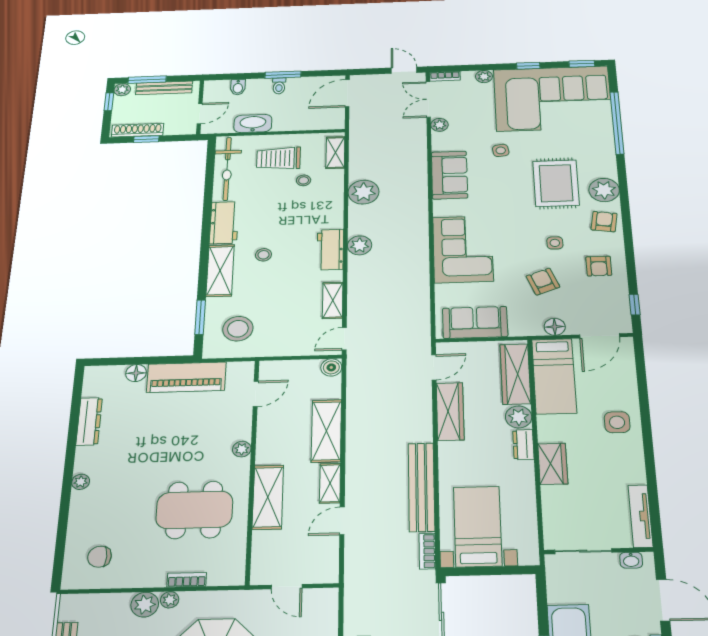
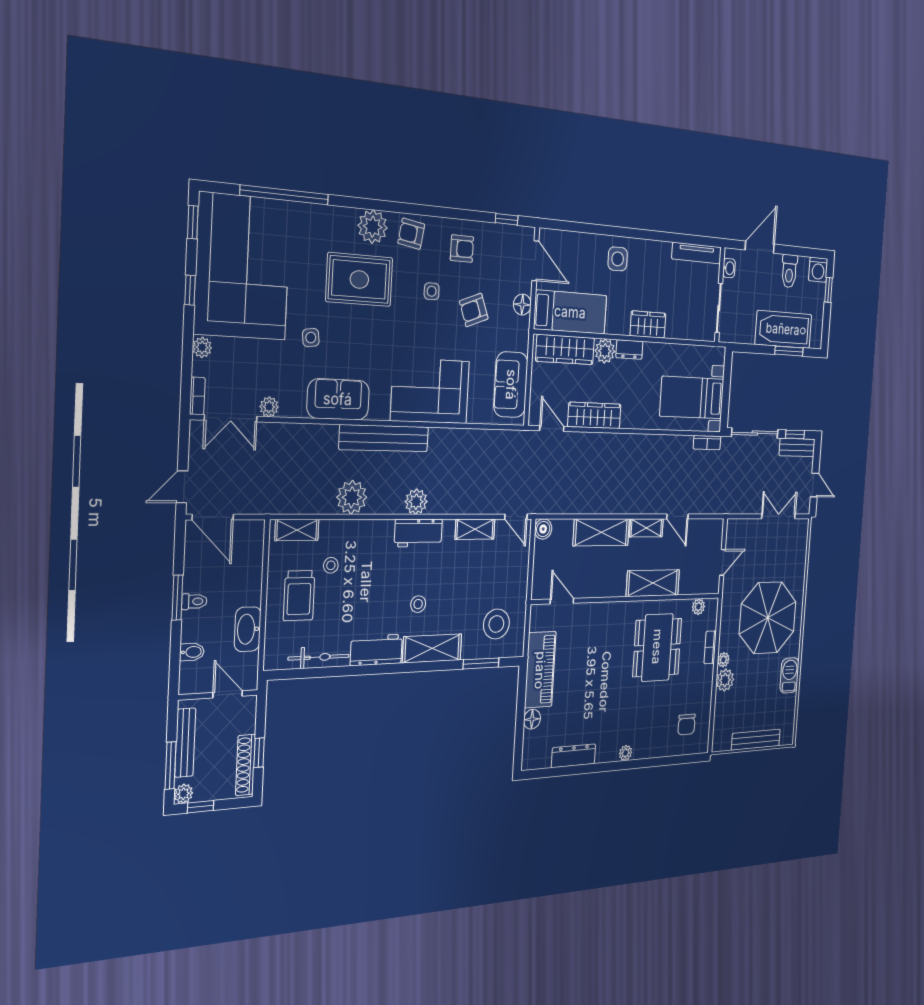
door: (404, 70) -> (182, 487), moved
bicycle: (227, 169) -> (319, 657), width x0.73, depth x0.71
plant: (242, 449) -> (698, 607), moved
bench: (421, 487) -> (384, 438), moved

